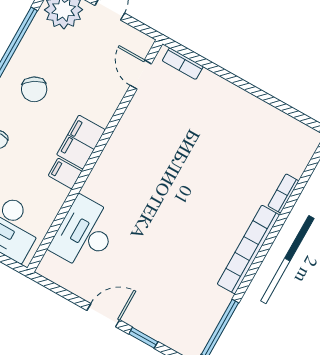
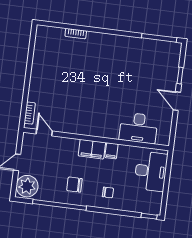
door: (141, 75) -> (44, 132), swing flipped
chair: (34, 89) -> (74, 185), turned -148
bookcase: (248, 250) -> (112, 40), removed

